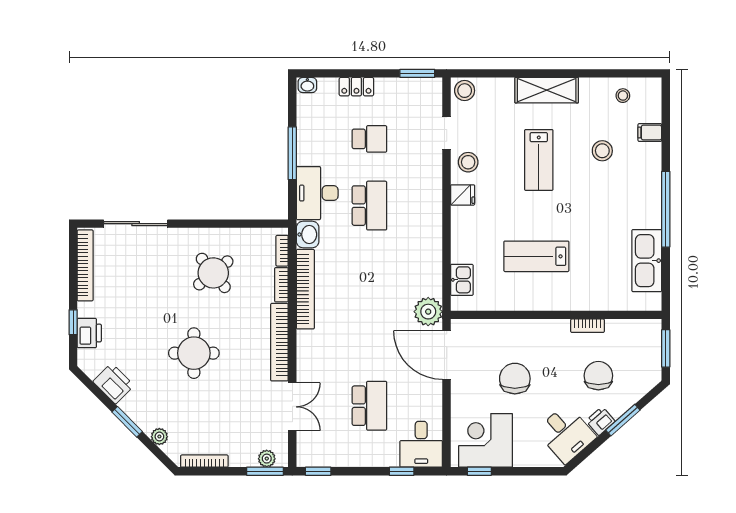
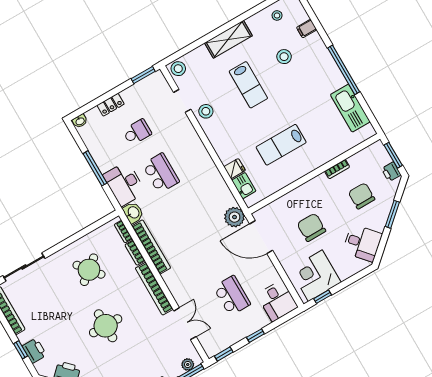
fridge: (463, 195) -> (235, 169), moved
printer: (600, 421) -> (391, 172), moved, turned -49
window: (402, 471) -> (255, 336), moved

